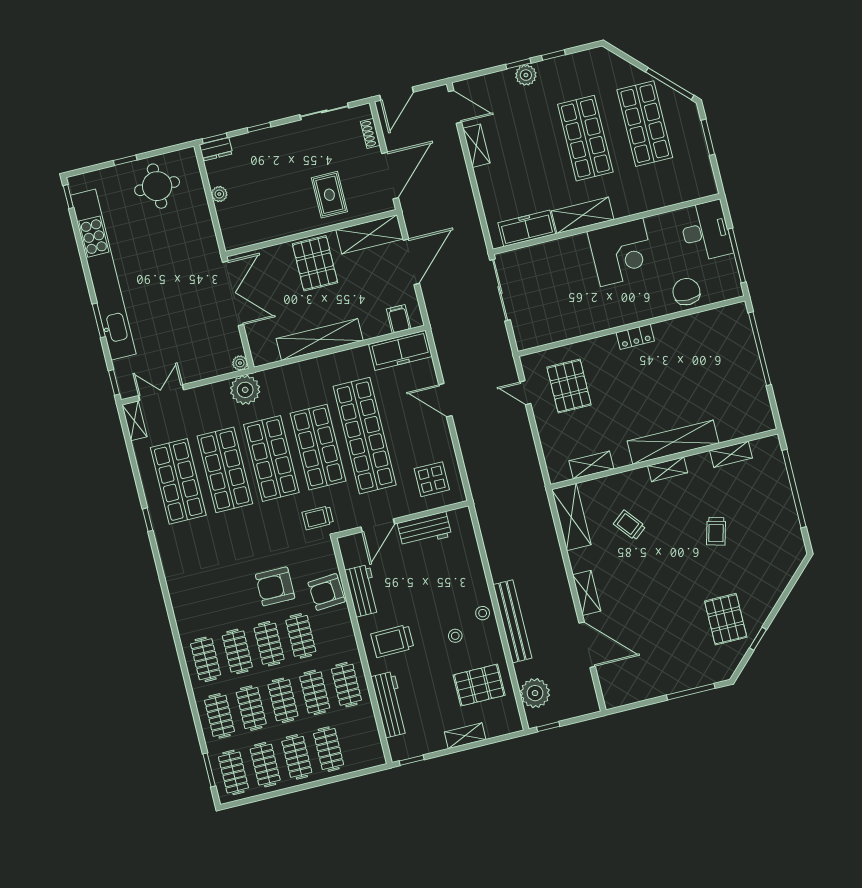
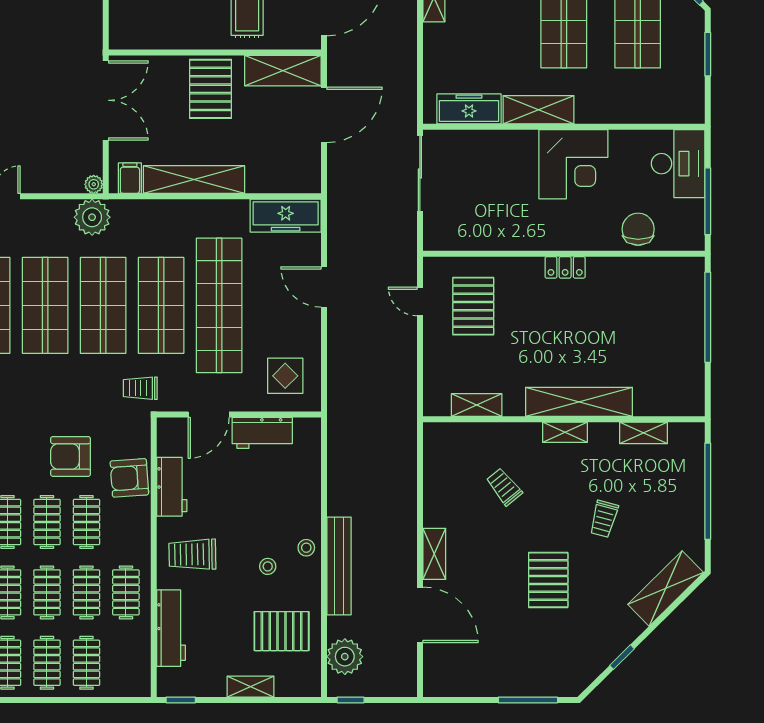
filing cabinet: (399, 319) -> (130, 178), moved
shelving: (571, 517) -> (666, 588), moved, turned 45
pallet: (726, 619) -> (548, 580), moved

